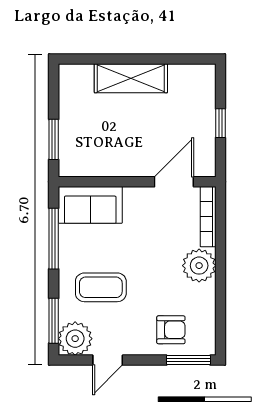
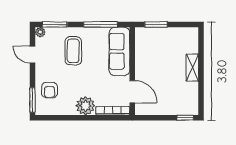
shelving: (131, 78) -> (192, 68), width x0.67, depth x0.75
window: (220, 123) -> (185, 118), moved
sofa: (90, 205) -> (119, 51), width x1.36
plant: (75, 339) -> (40, 32), width x0.53, depth x0.53

